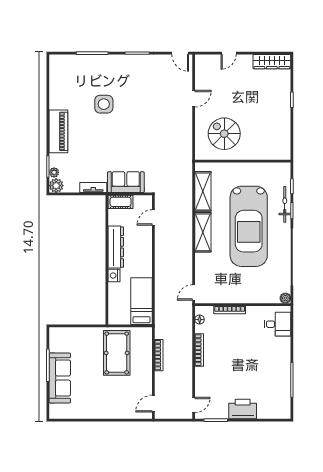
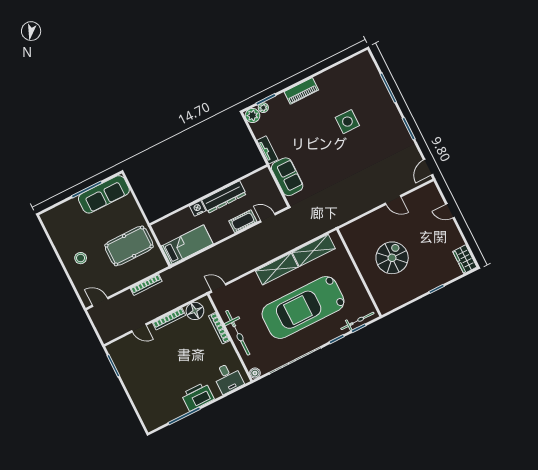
wardrobe: (272, 62) -> (465, 259), width x0.67
piano: (58, 131) -> (301, 91), width x0.73, depth x0.75
spiral stairs: (224, 134) -> (392, 258), moved
cot: (121, 202) -> (243, 221), moved, turned 90
bicycle: (285, 204) -> (357, 321), moved
bicycle: (242, 295) -> (238, 333), added
floor lamp: (200, 320) -> (195, 311), width x1.89, depth x1.89
sofa: (60, 378) -> (104, 194), moved
stool: (106, 401) -> (81, 258), added
door: (194, 405) -> (139, 328), moved
printer: (243, 409) -> (198, 397), moved, turned -90

